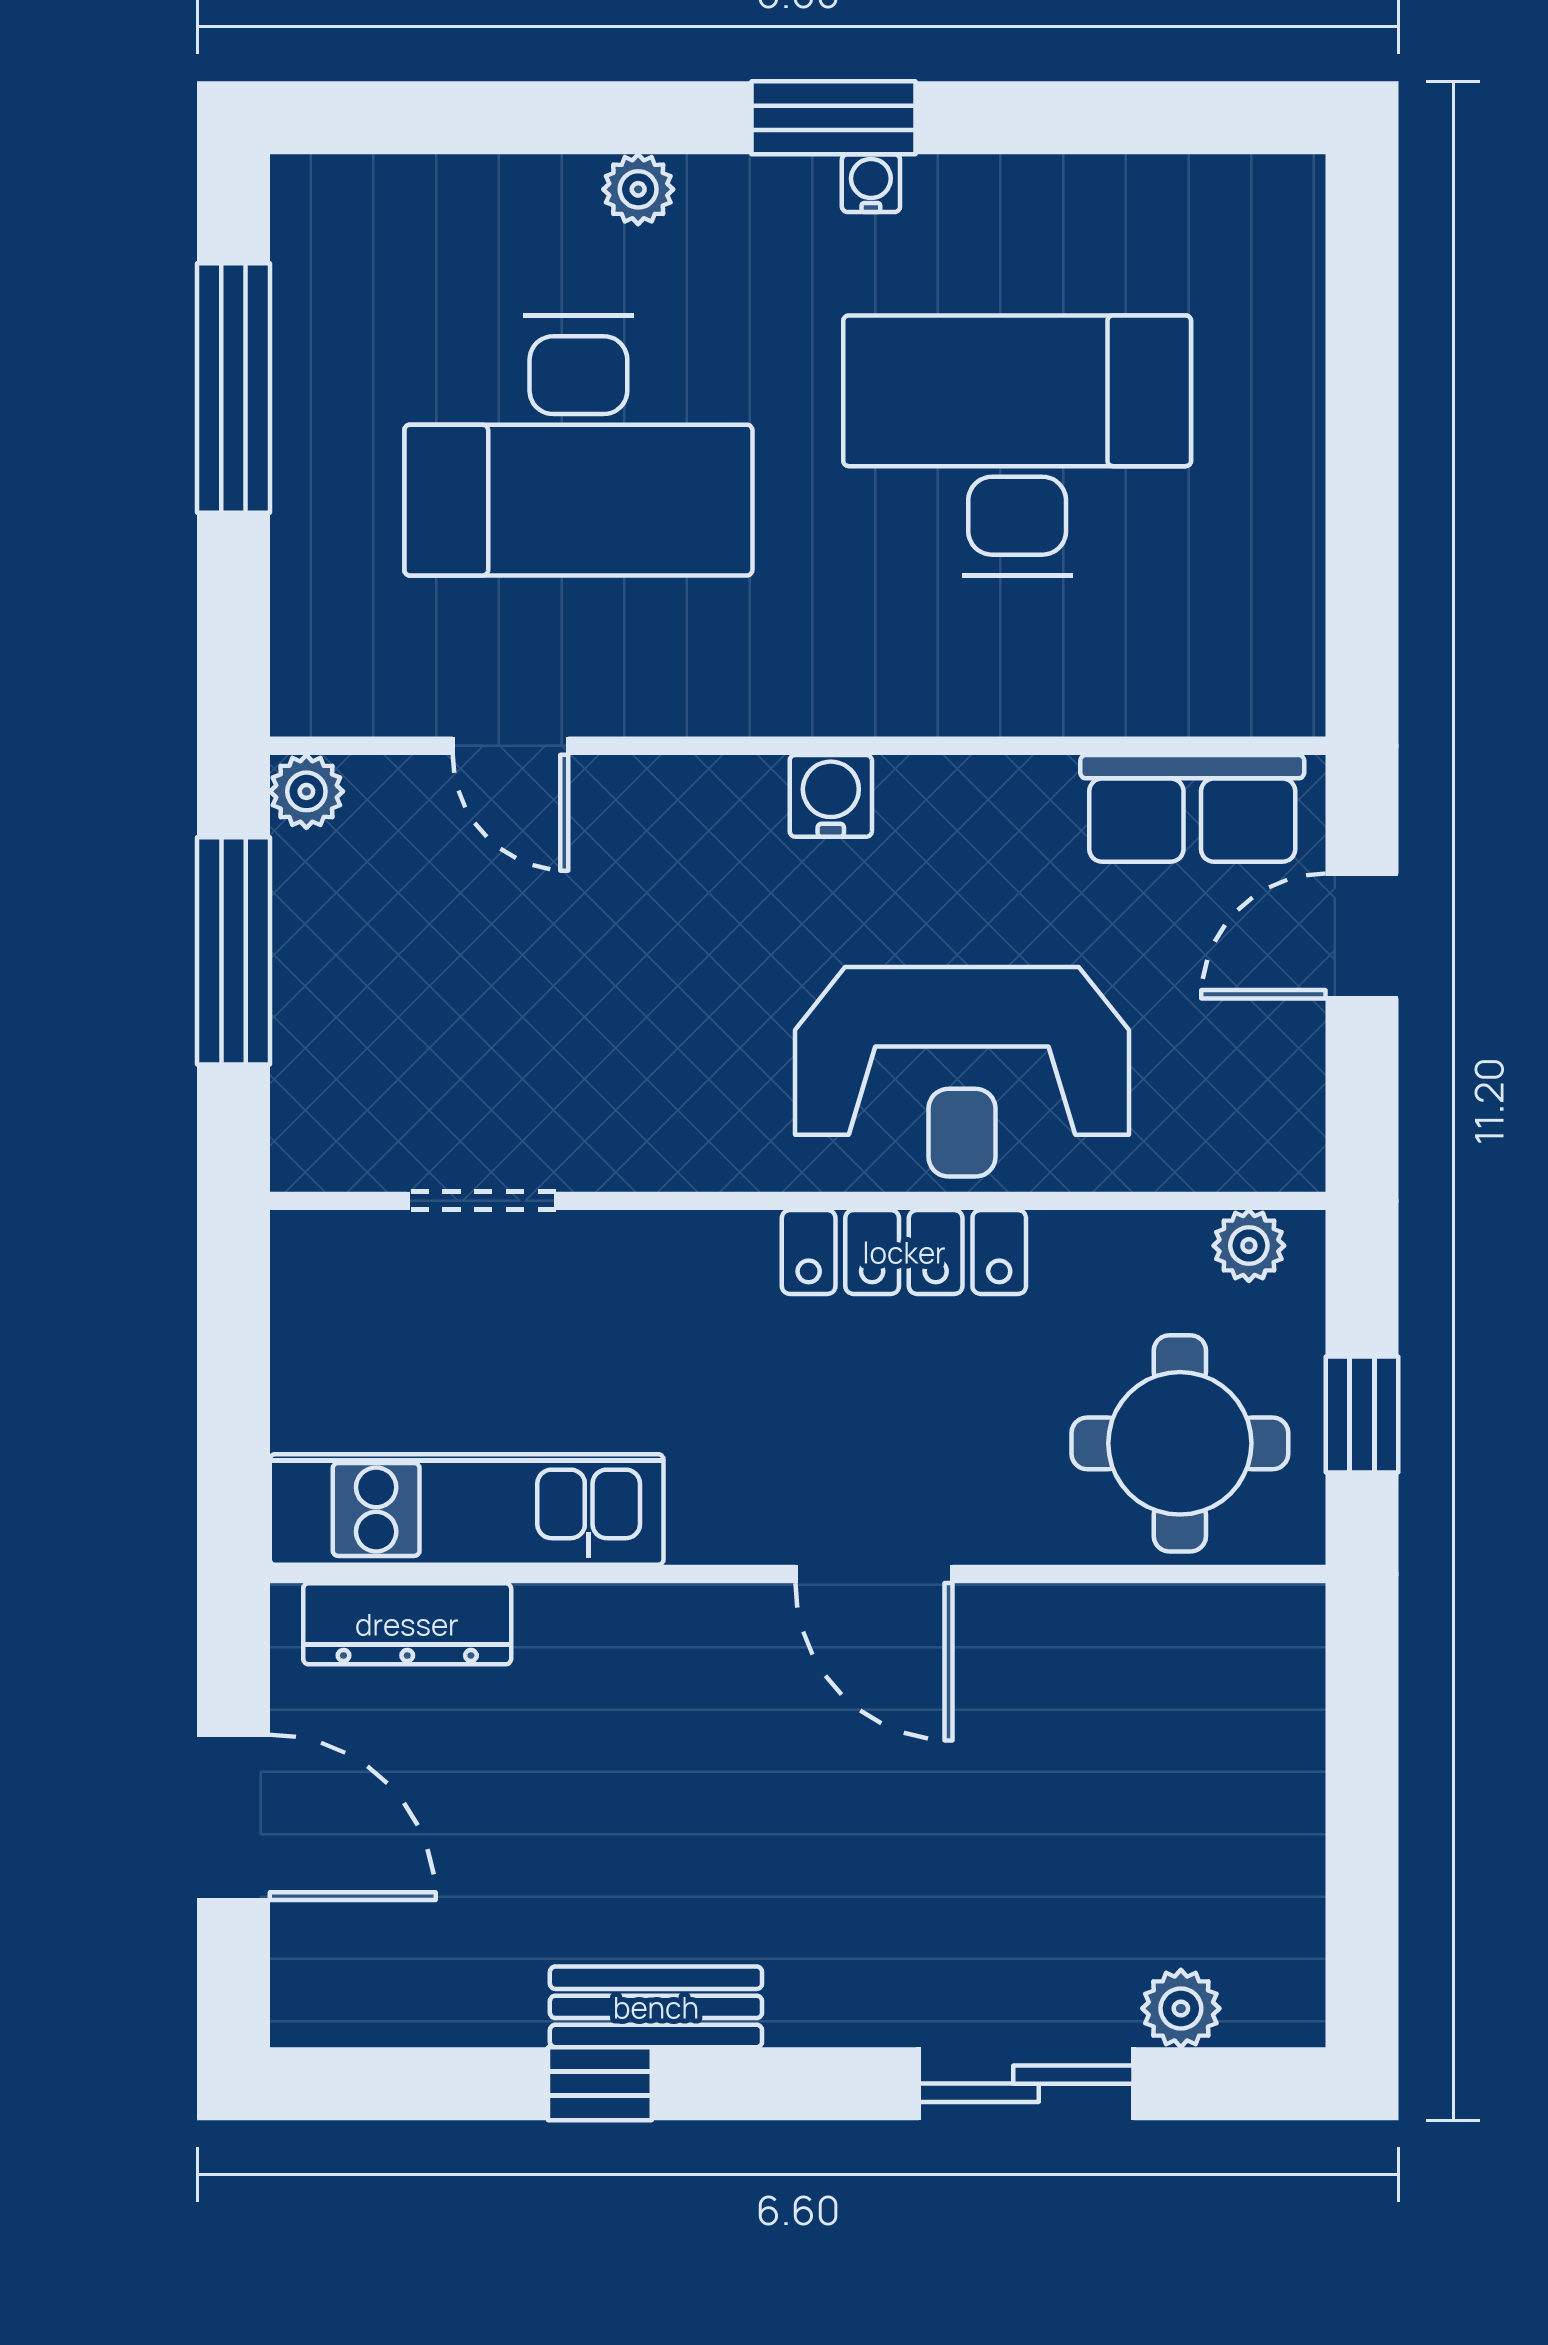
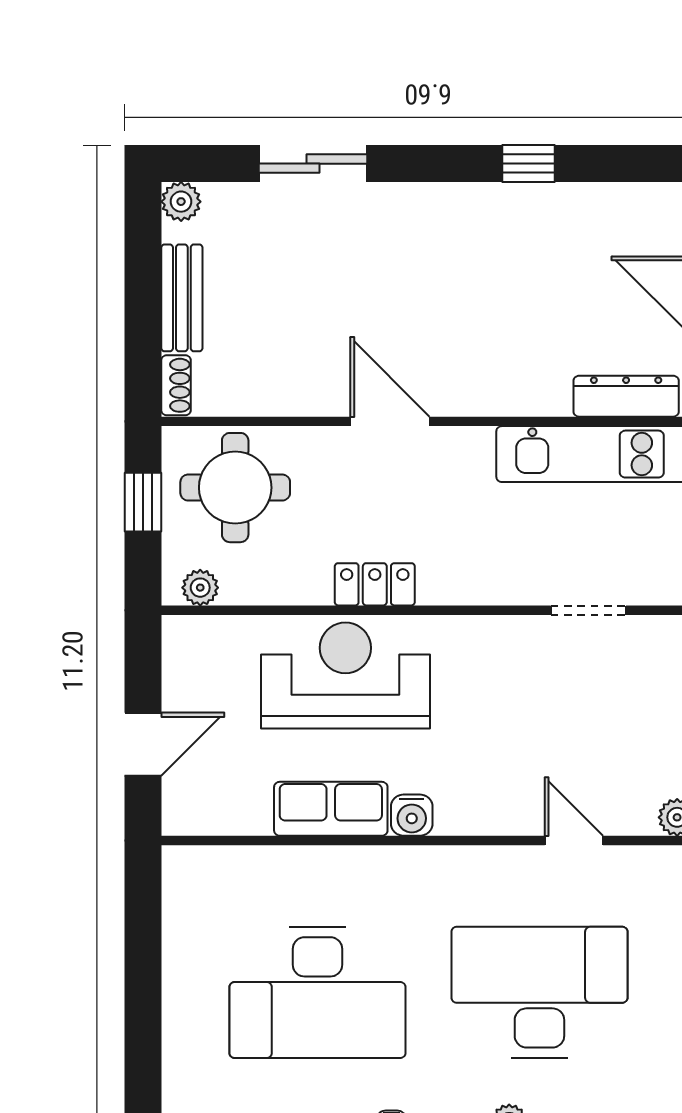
row of seats: (1192, 808) -> (331, 809), moved
locker: (904, 1252) -> (375, 584), width x0.66
shoe rack: (1297, 1645) -> (176, 385), added
bench: (656, 2007) -> (182, 298), moved, turned 90
plant: (1181, 2008) -> (181, 202), moved

